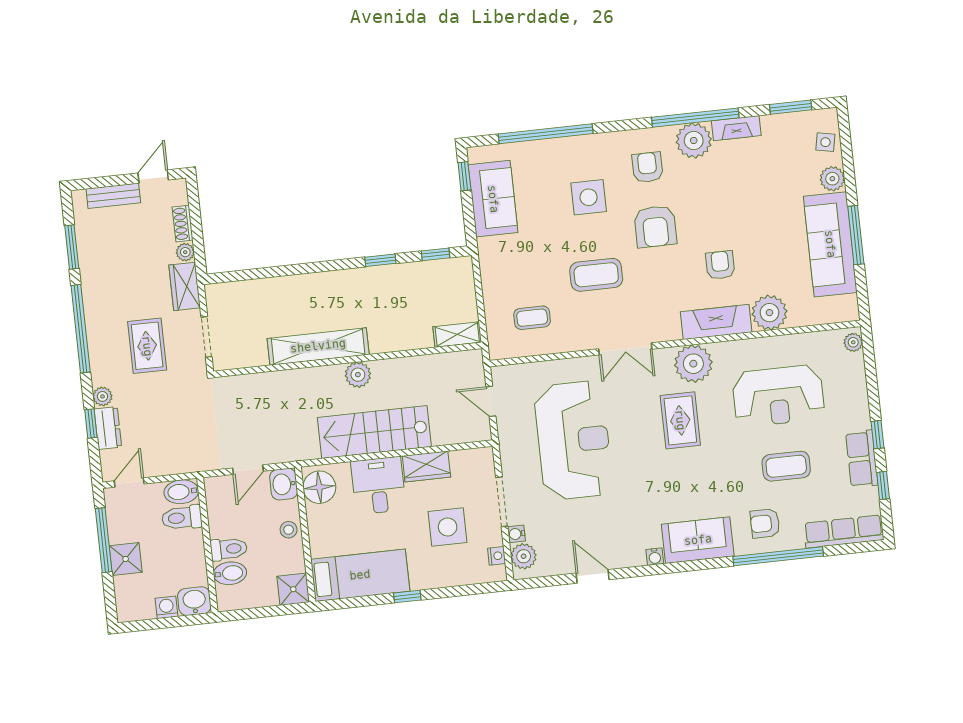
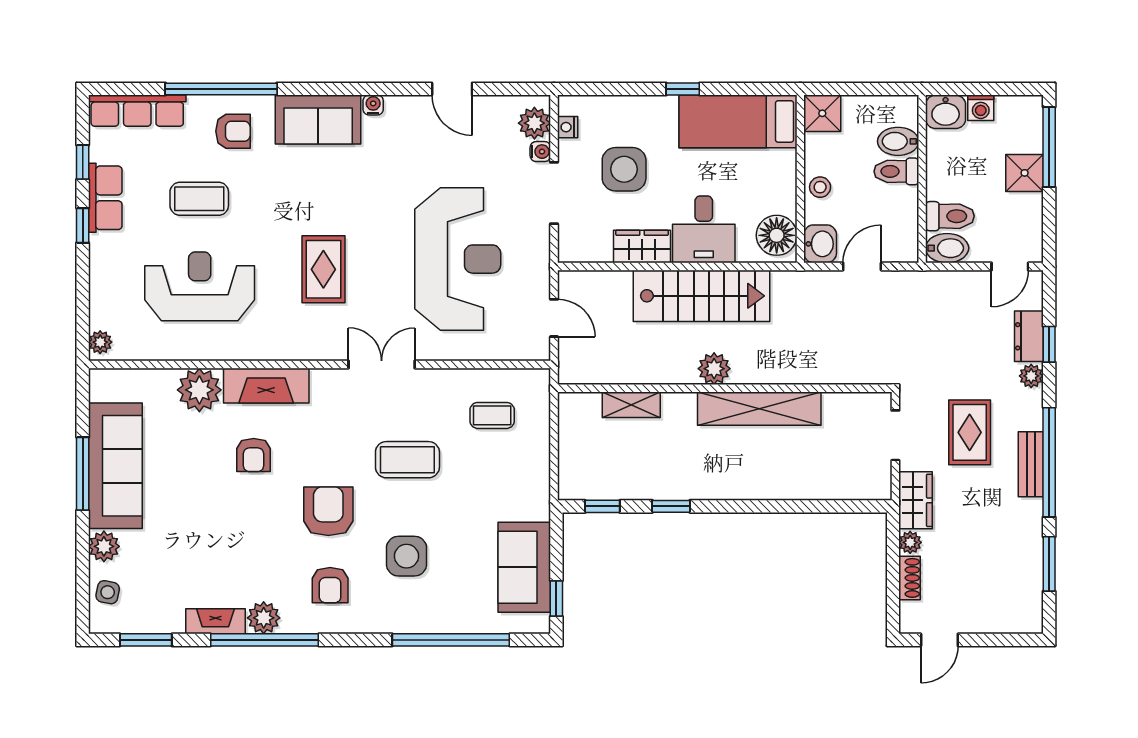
plant: (694, 140) -> (264, 618), width x0.73, depth x0.73
bench: (113, 196) -> (1031, 464), moved, turned 90
shelving: (457, 335) -> (631, 405), moved
plant: (693, 364) -> (300, 337), removed
reception desk: (573, 440) -> (458, 259), turned 180
window: (104, 540) -> (1049, 147), moved

